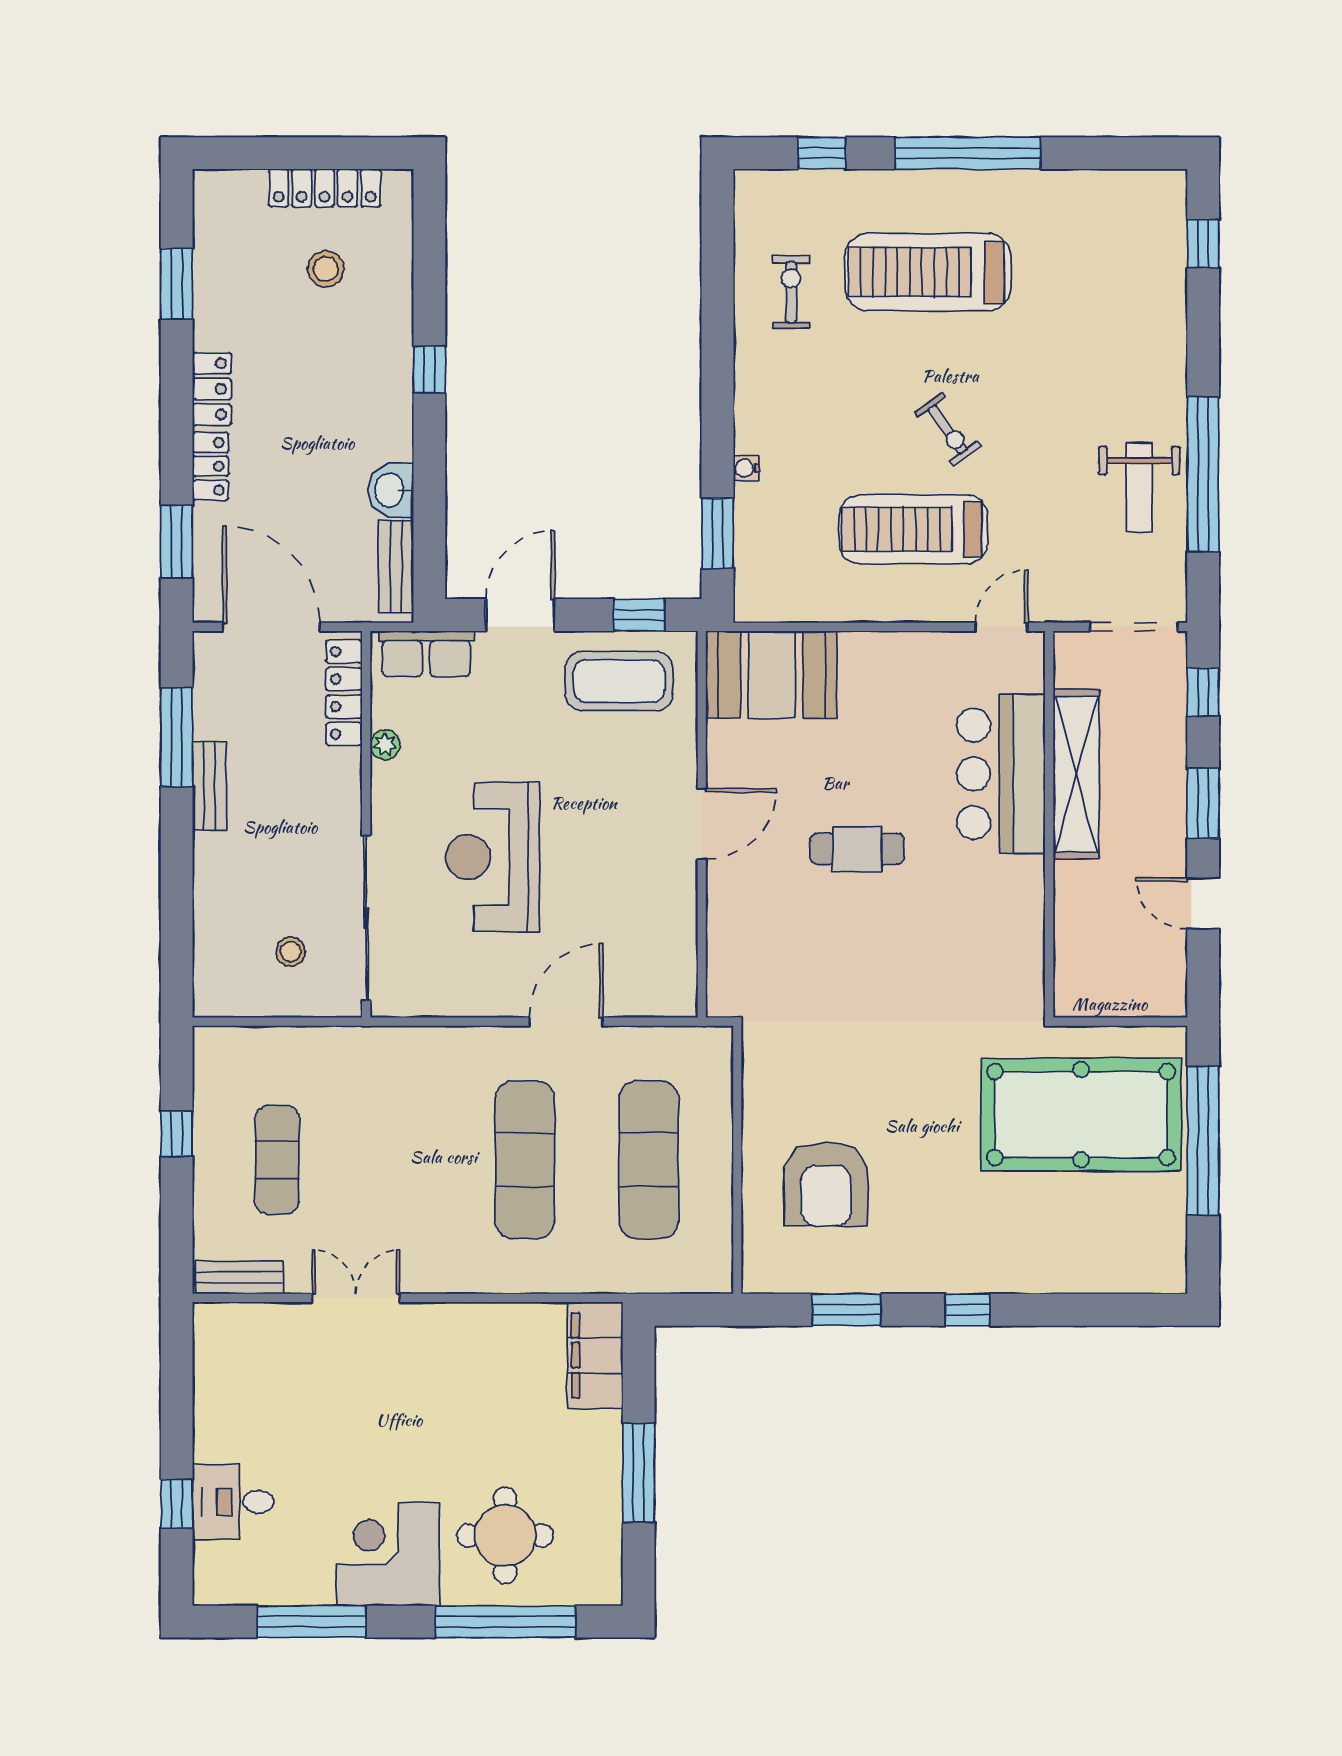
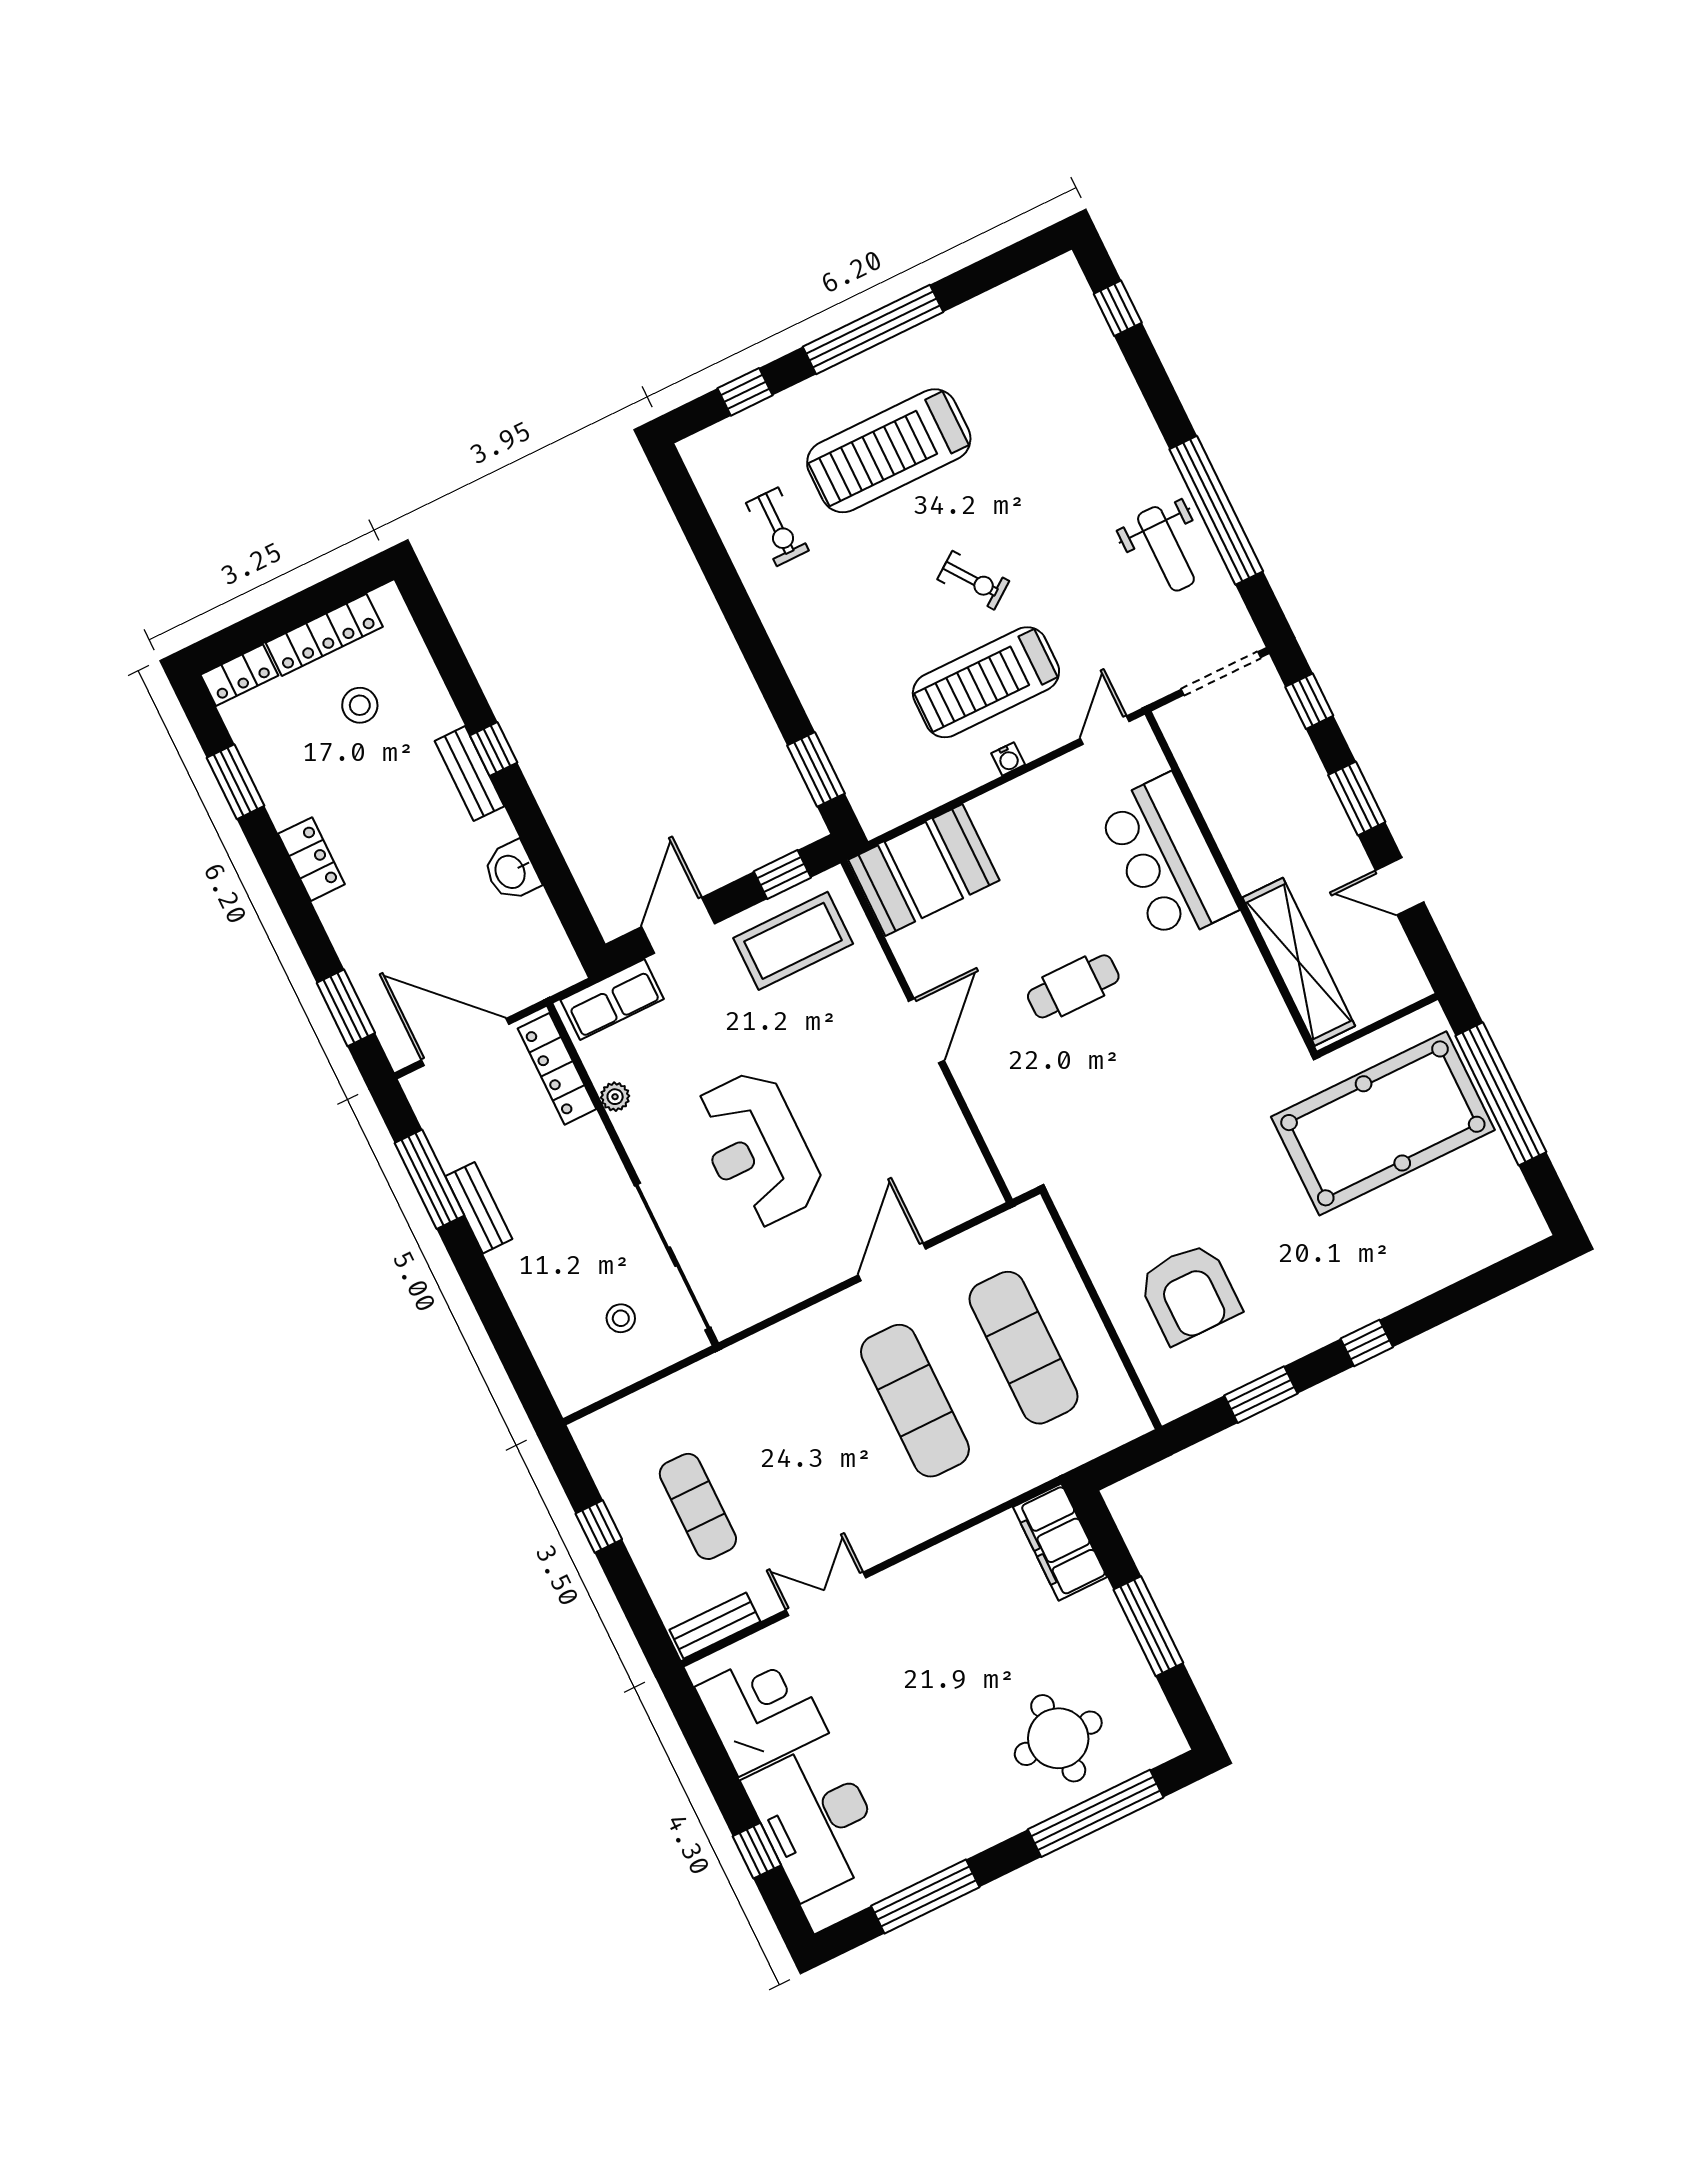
exercise bike: (791, 292) -> (777, 527), turned 180
locker: (211, 466) -> (239, 675), moved, turned 90
water cooler: (746, 468) -> (1008, 759), moved, turned -90
bench: (396, 566) -> (469, 774), moved
shelving: (1076, 774) -> (1299, 962), moved
desk: (233, 1502) -> (816, 1820), width x1.87, depth x1.30
corner desk: (388, 1554) -> (762, 1710), moved, turned 90

